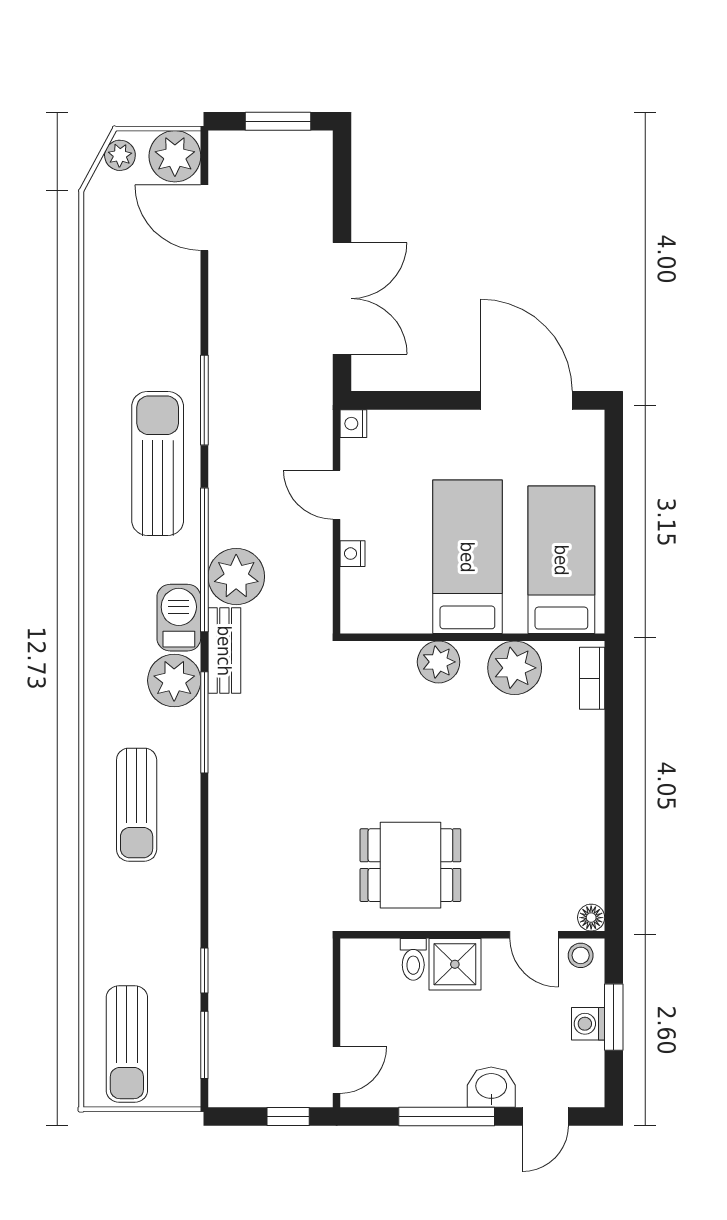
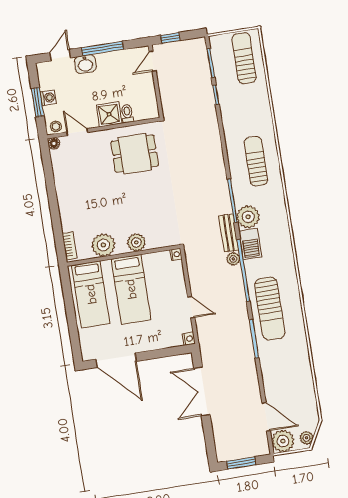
nightstand: (352, 554) -> (176, 254), moved
plant: (236, 577) -> (233, 259), width x0.53, depth x0.53

